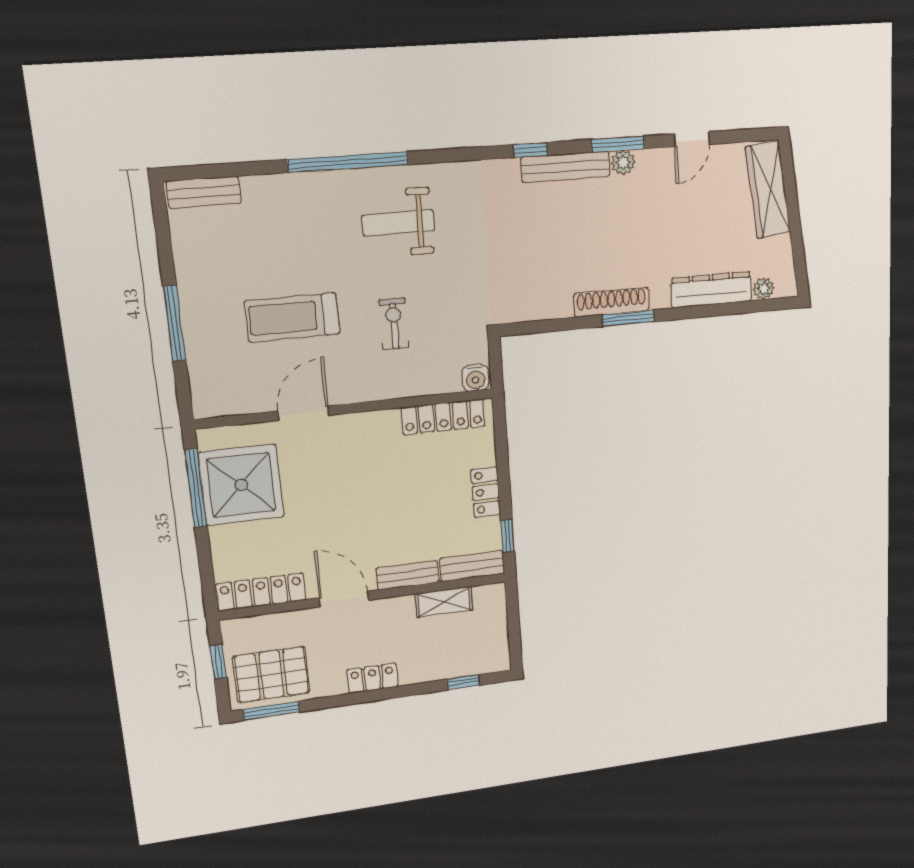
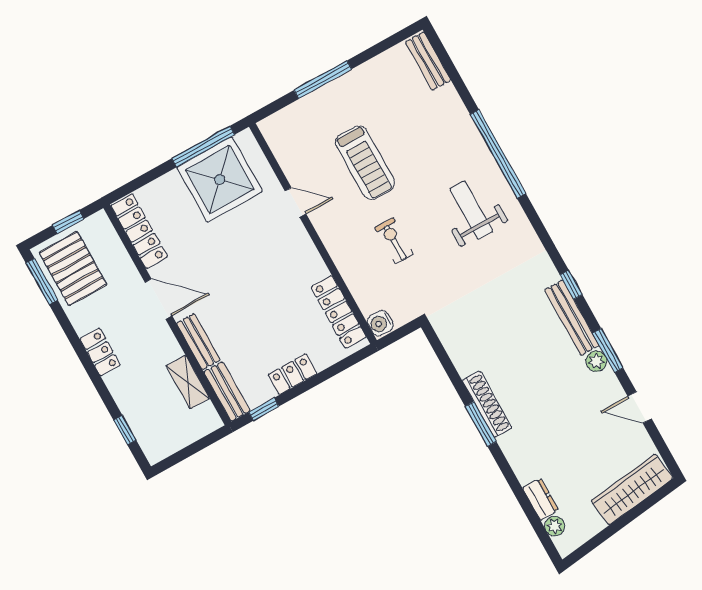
dresser: (711, 290) -> (540, 499), width x0.51, depth x0.80
treadmill: (292, 317) -> (365, 163), turned 180
exercise bike: (394, 324) -> (394, 241), turned -90
door: (304, 413) -> (296, 202), width x0.73
door: (344, 599) -> (159, 299), hinge flipped

